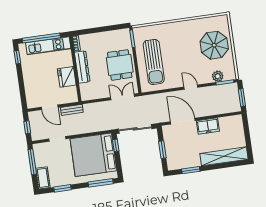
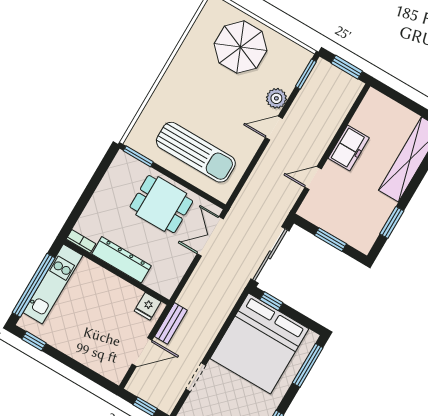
plant: (218, 76) -> (276, 98), moved
fridge: (67, 77) -> (148, 306), moved, width x0.53, depth x0.75
door: (183, 121) -> (313, 178), width x0.53

